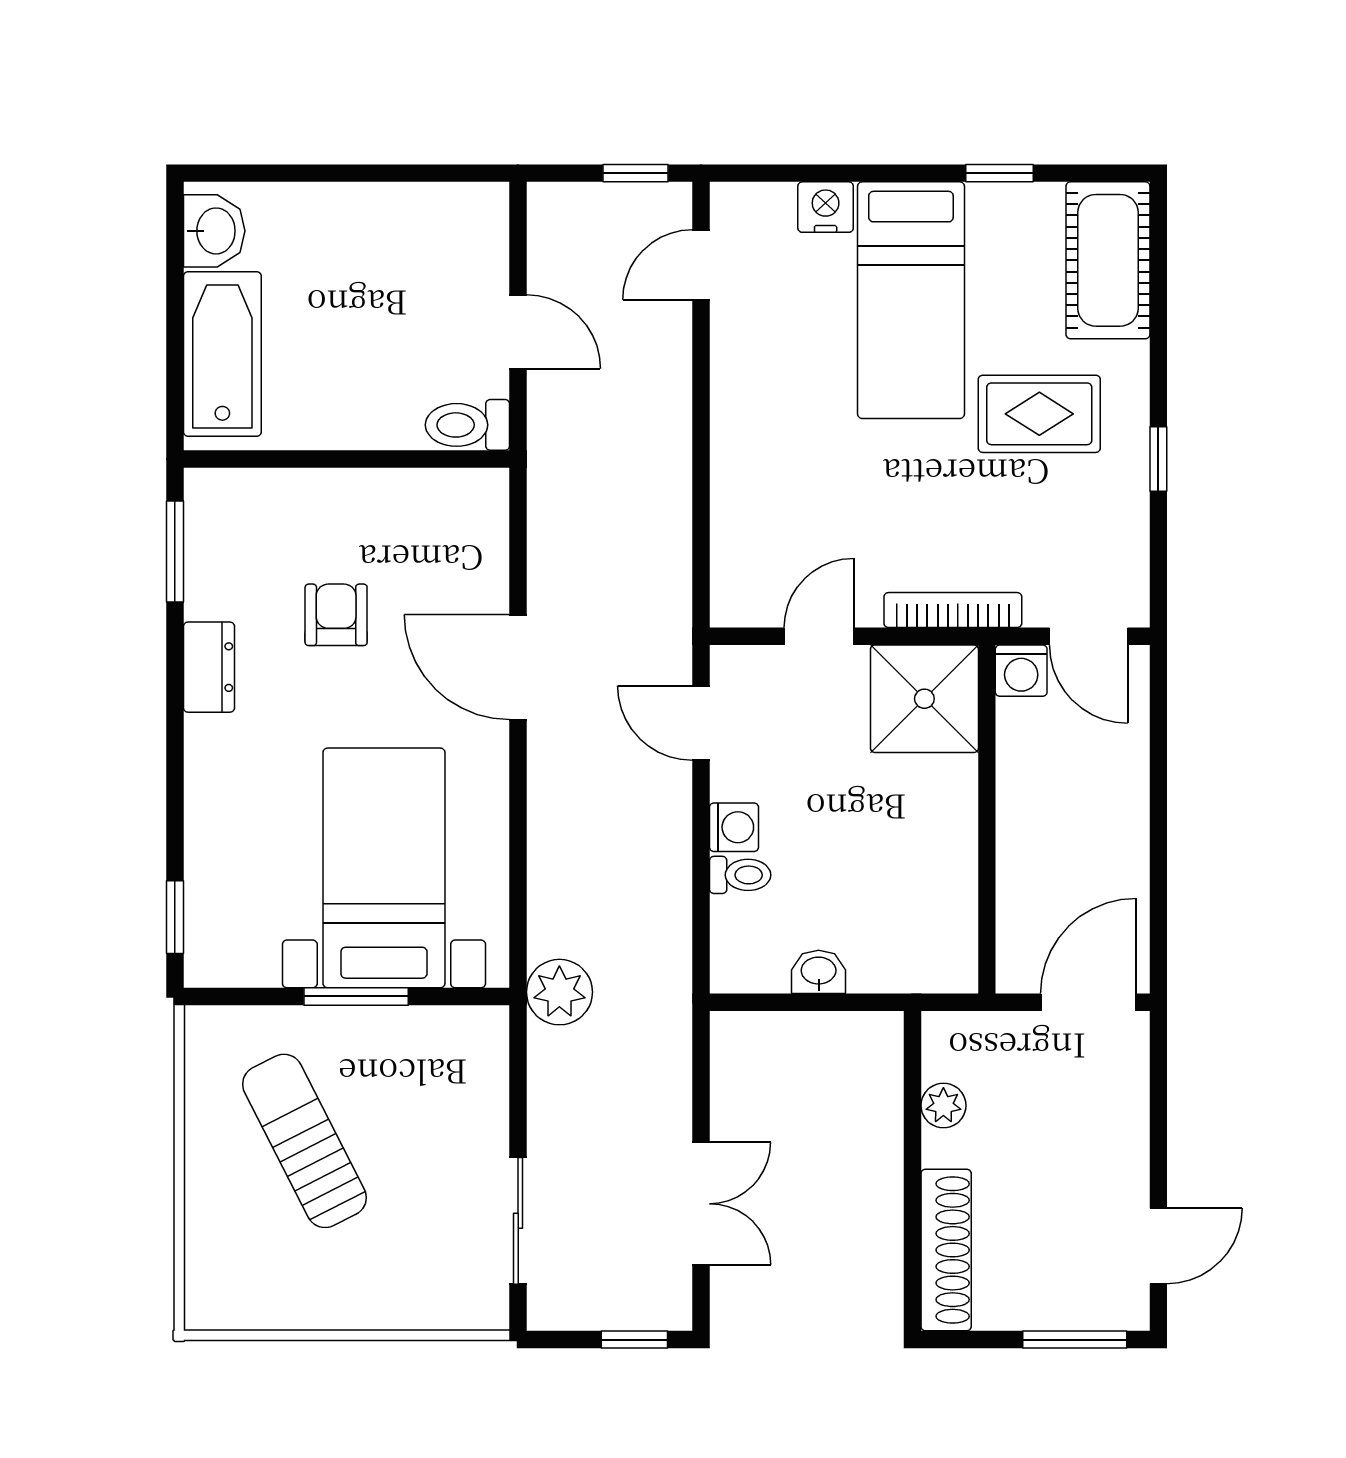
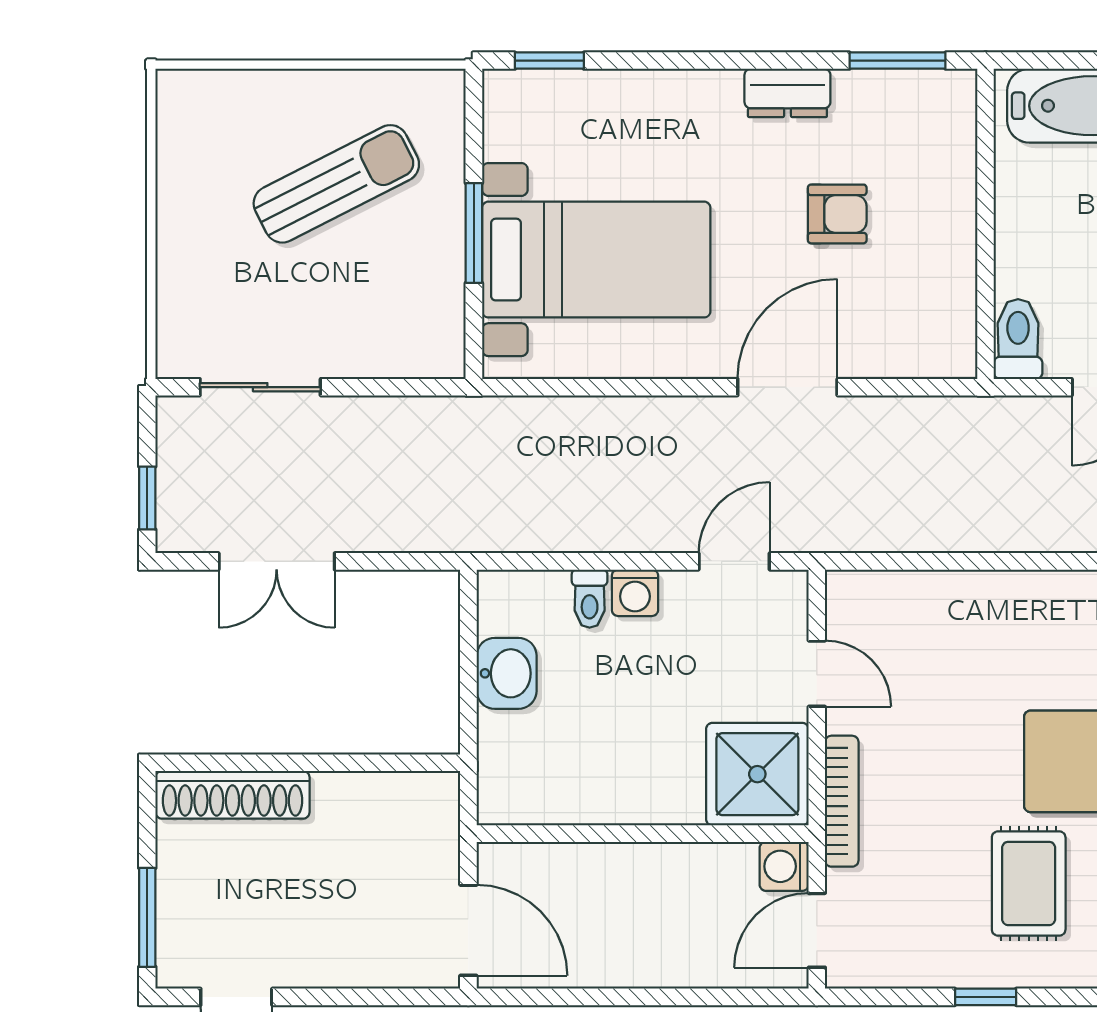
washbasin: (819, 972) -> (507, 673), width x1.38, depth x1.45
plant: (559, 992) -> (478, 427), removed
plant: (943, 1105) -> (370, 792), removed

